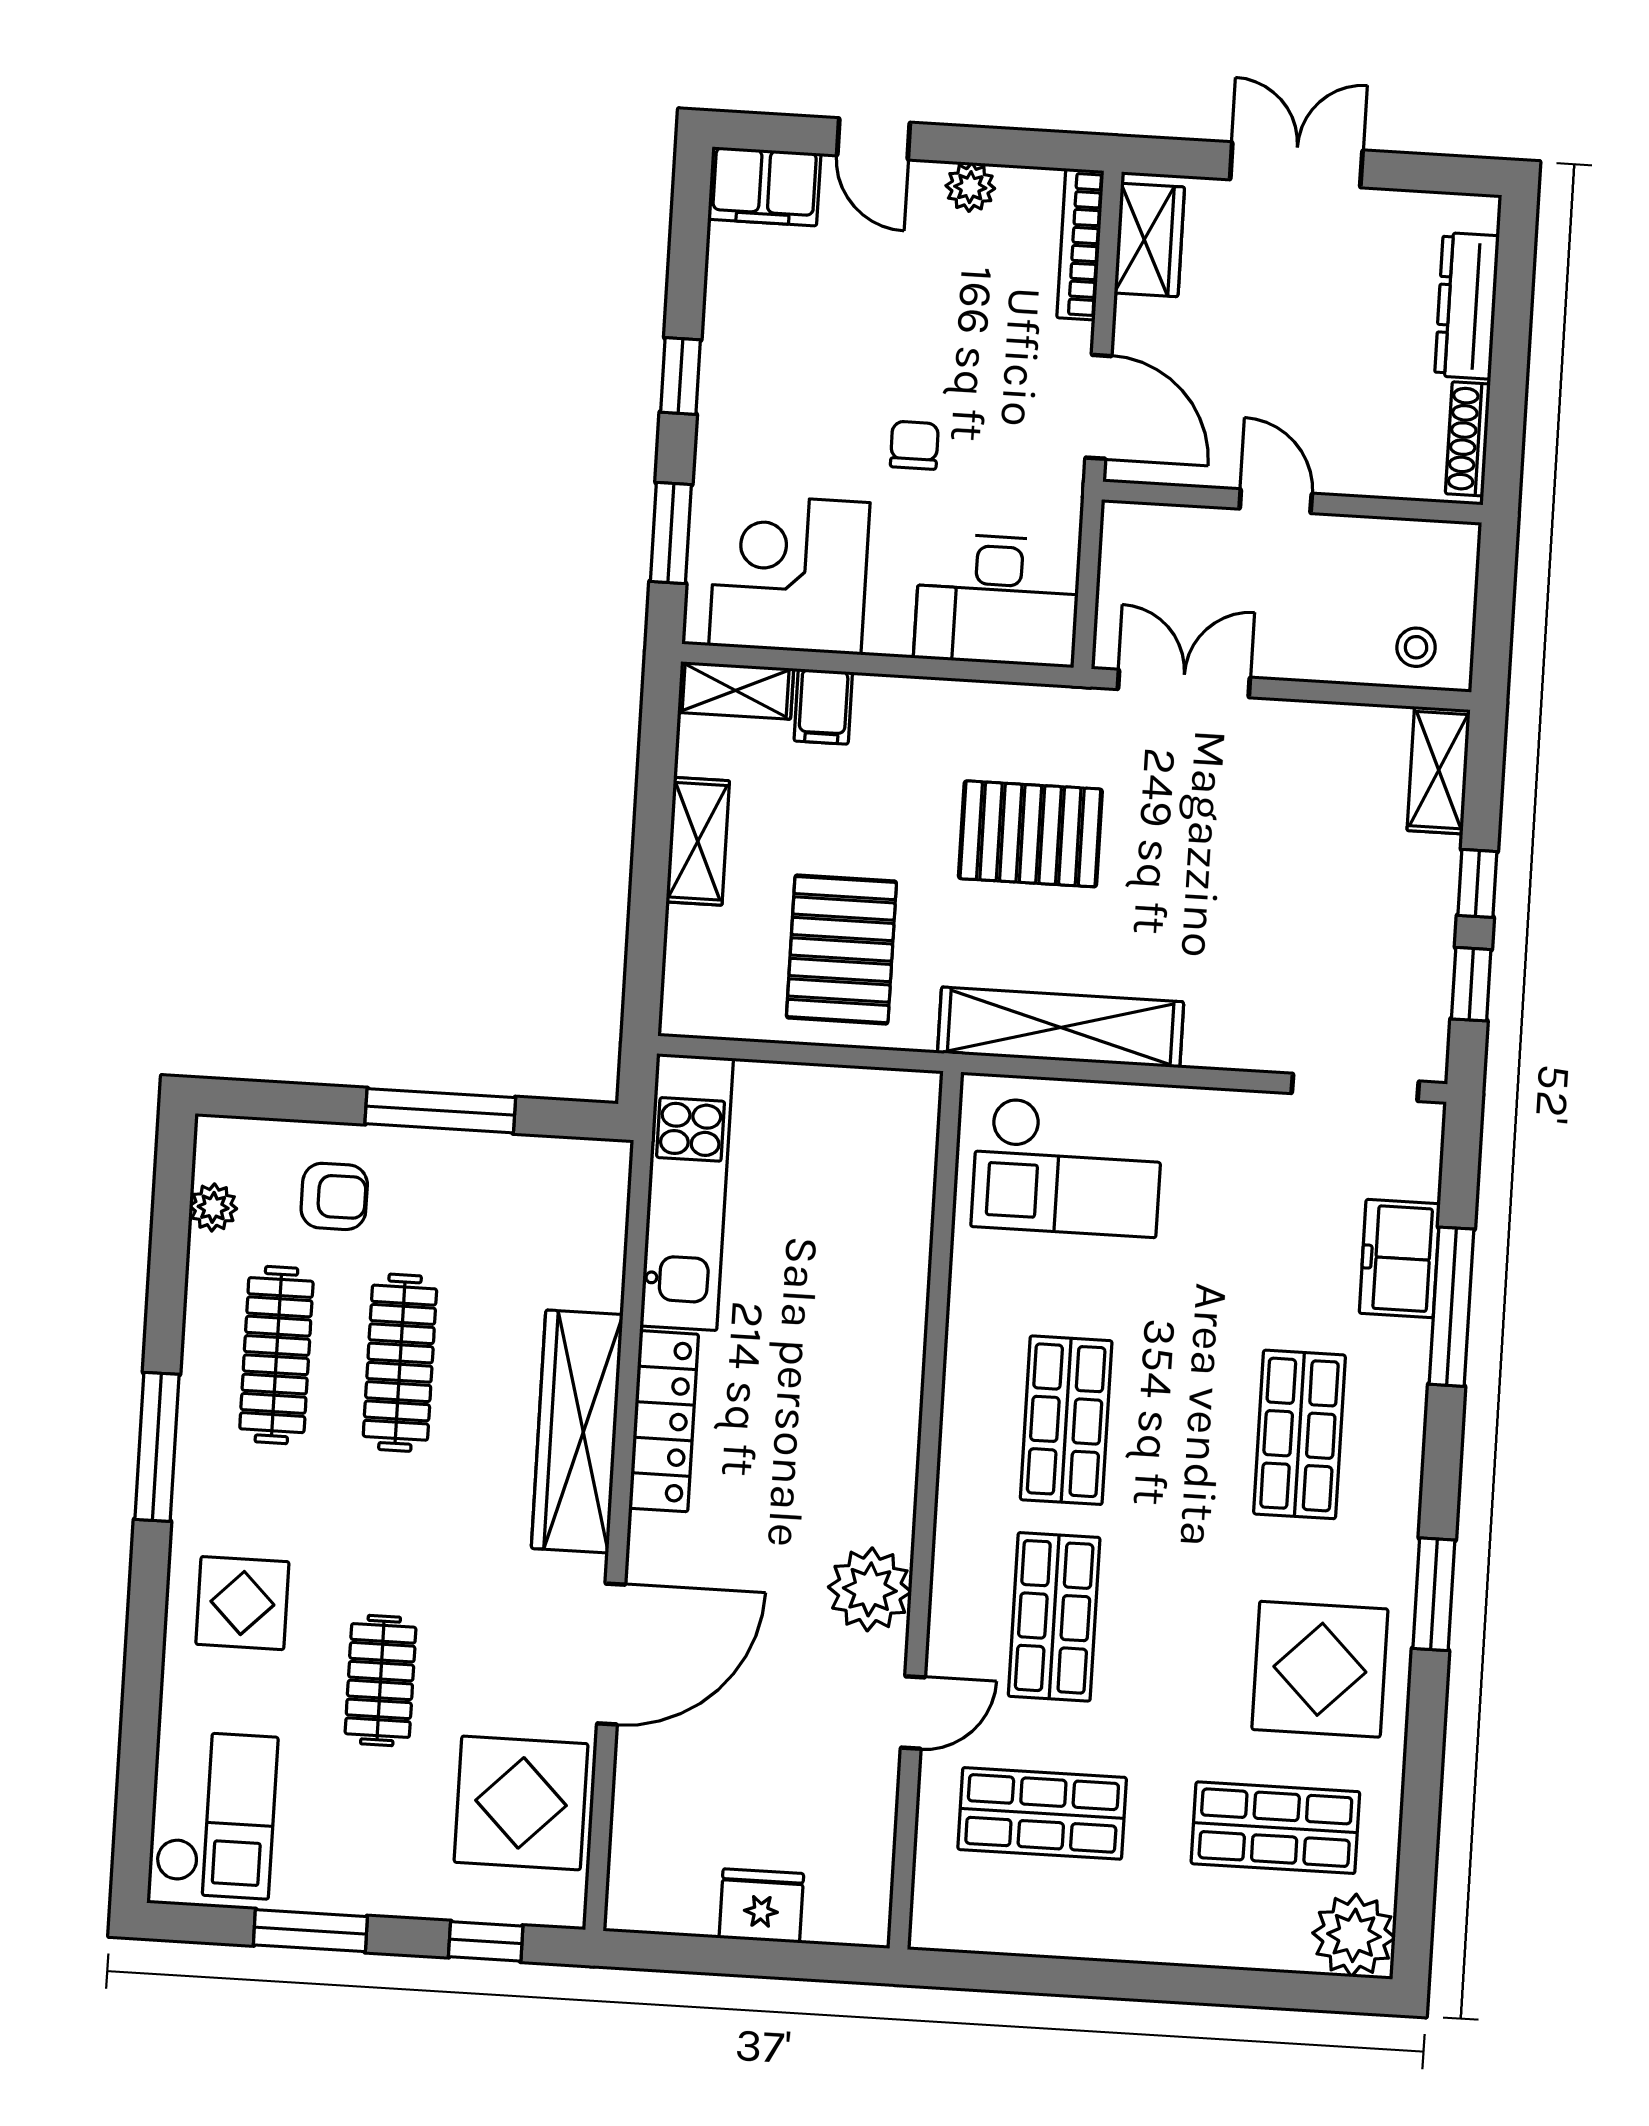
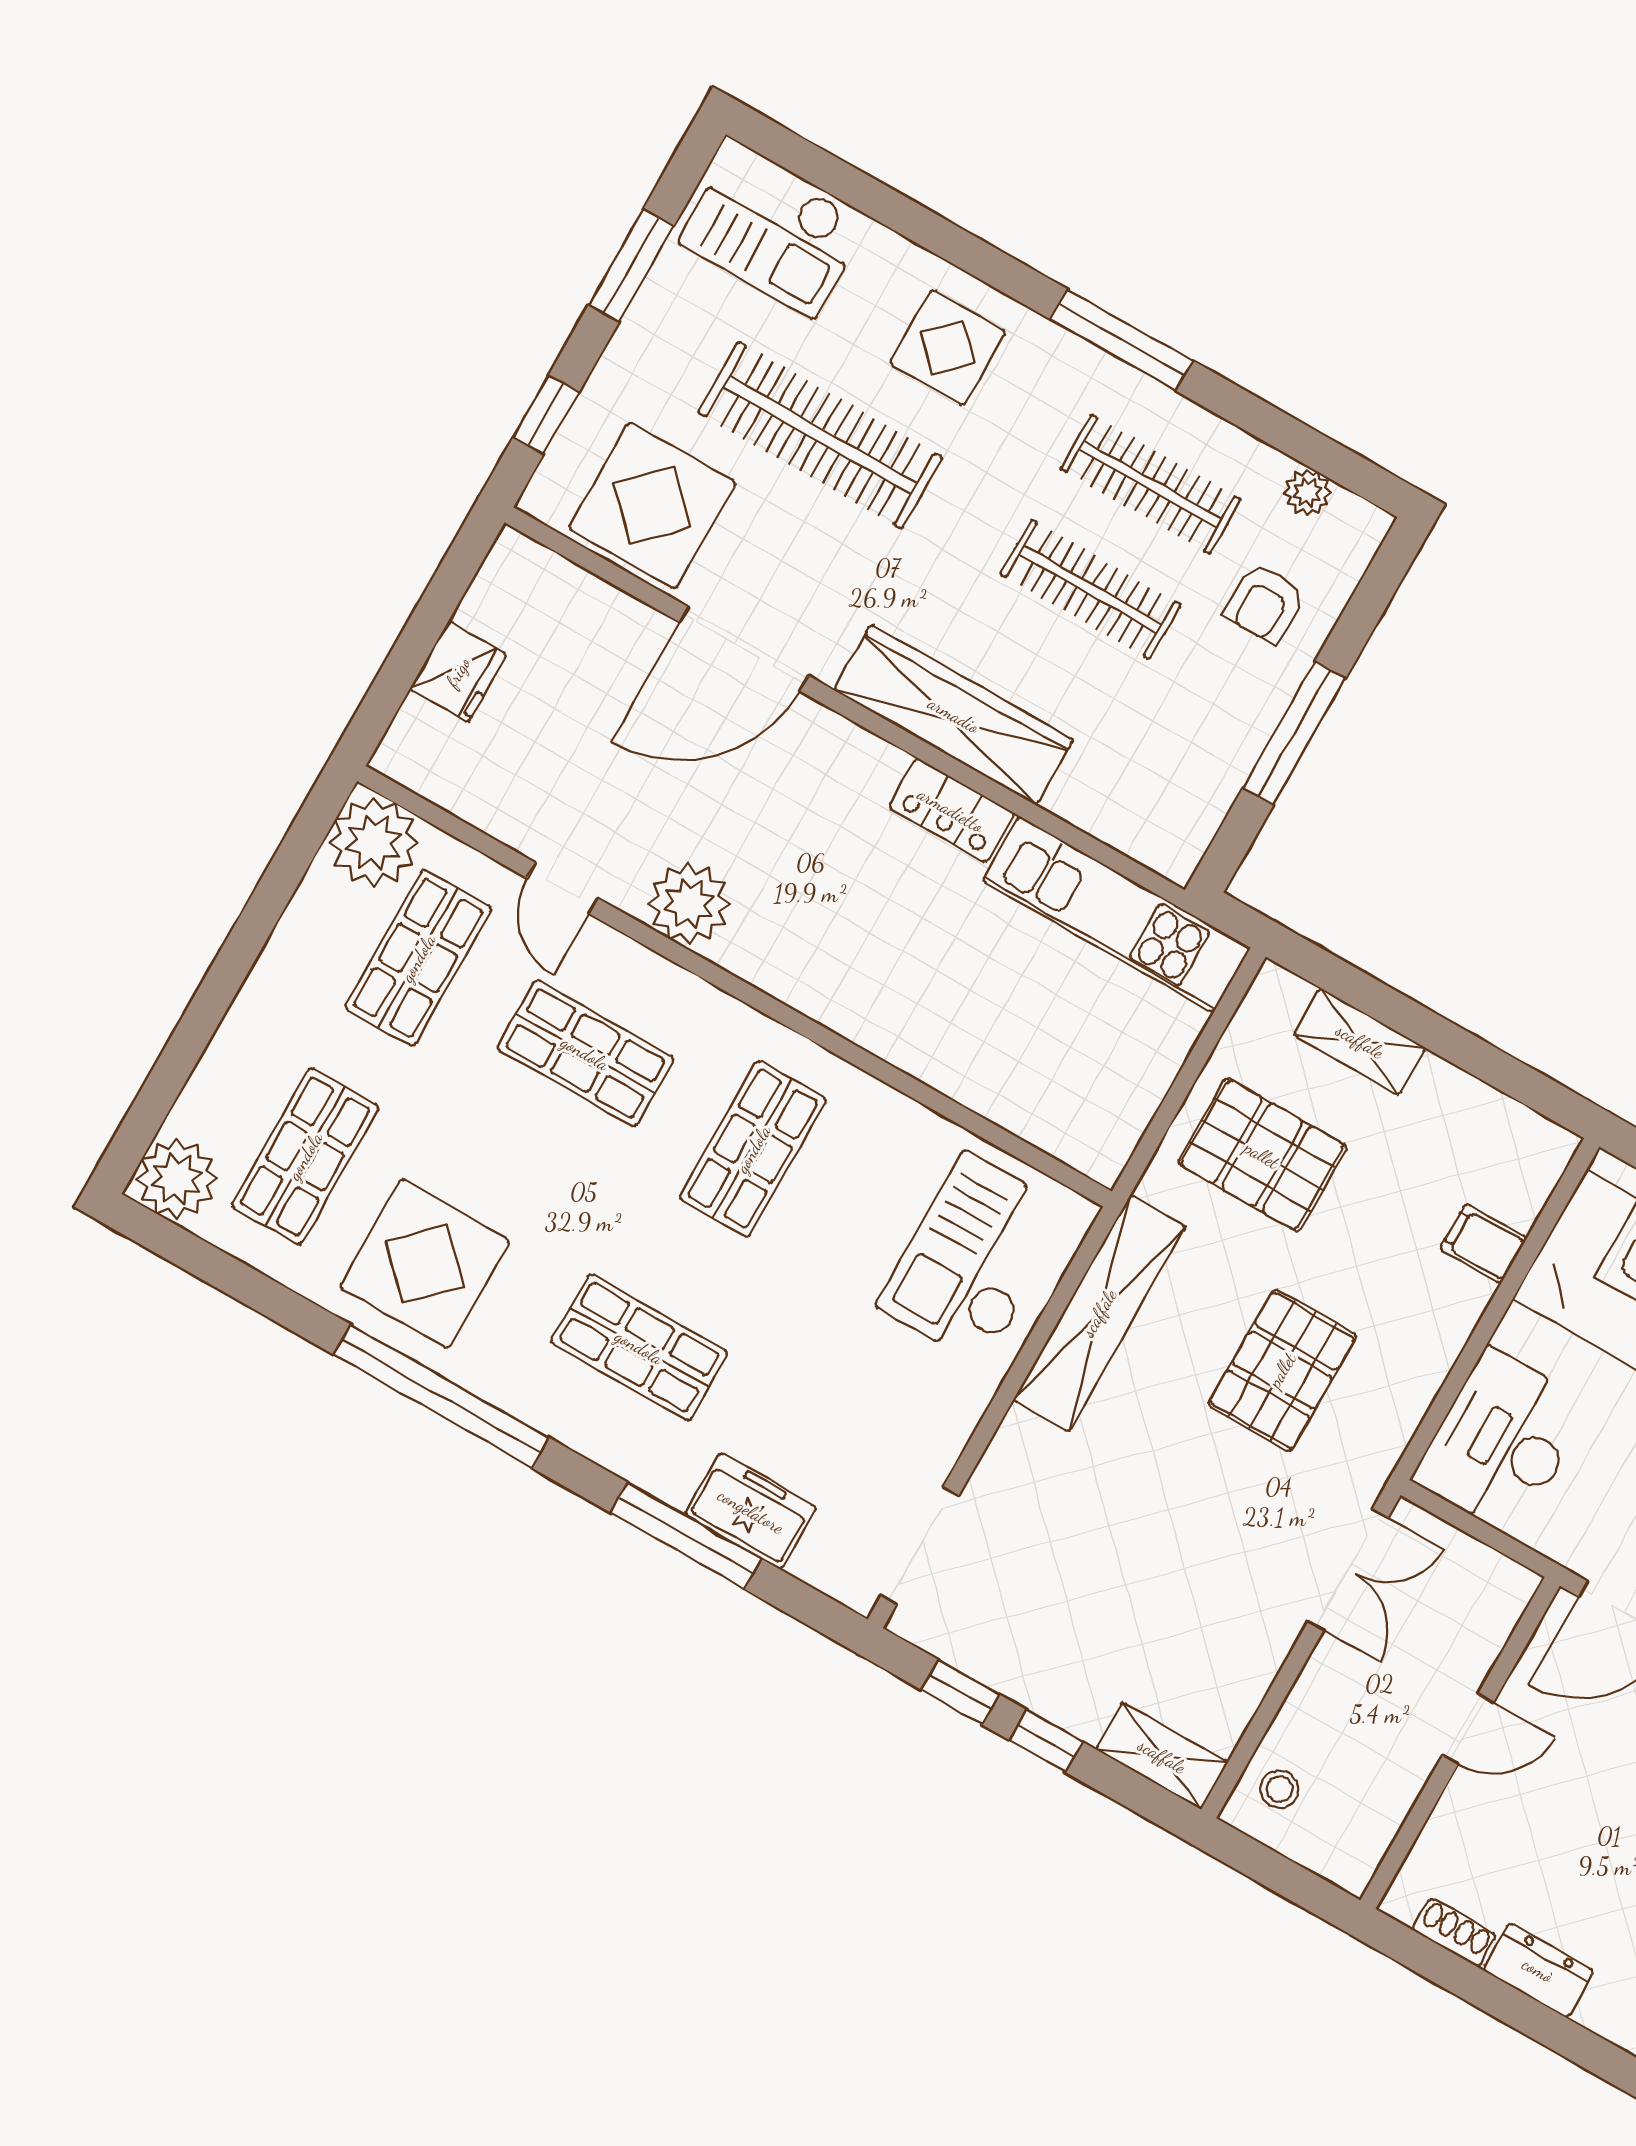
dresser: (1467, 306) -> (1538, 1970), width x0.70
shoe rack: (1468, 439) -> (1454, 1933), width x0.70
shelving: (736, 690) -> (1535, 1174), removed
shelving: (698, 841) -> (1360, 1041), moved
shop shelf: (1066, 1420) -> (753, 1149), turned 90
locker: (664, 1421) -> (951, 810), width x0.66
window: (1434, 1594) -> (441, 1396), width x2.11
door: (611, 1654) -> (744, 649), hinge flipped
clothes rail: (381, 1681) -> (820, 435), width x1.86, depth x1.31
plant: (956, 1907) -> (374, 842), added

